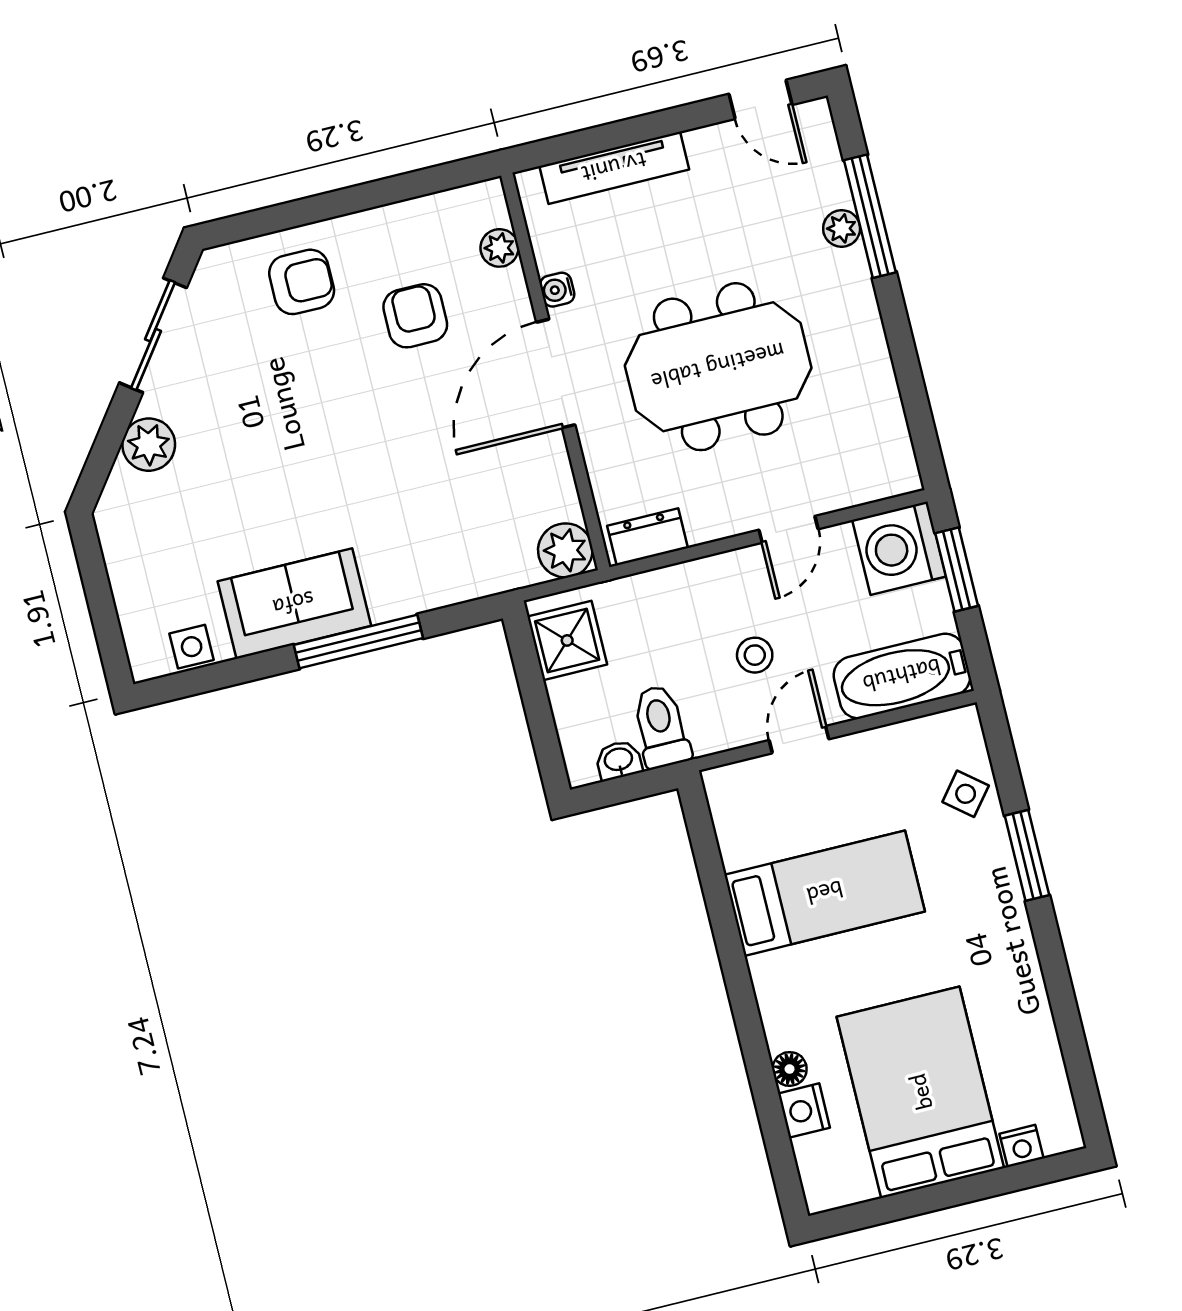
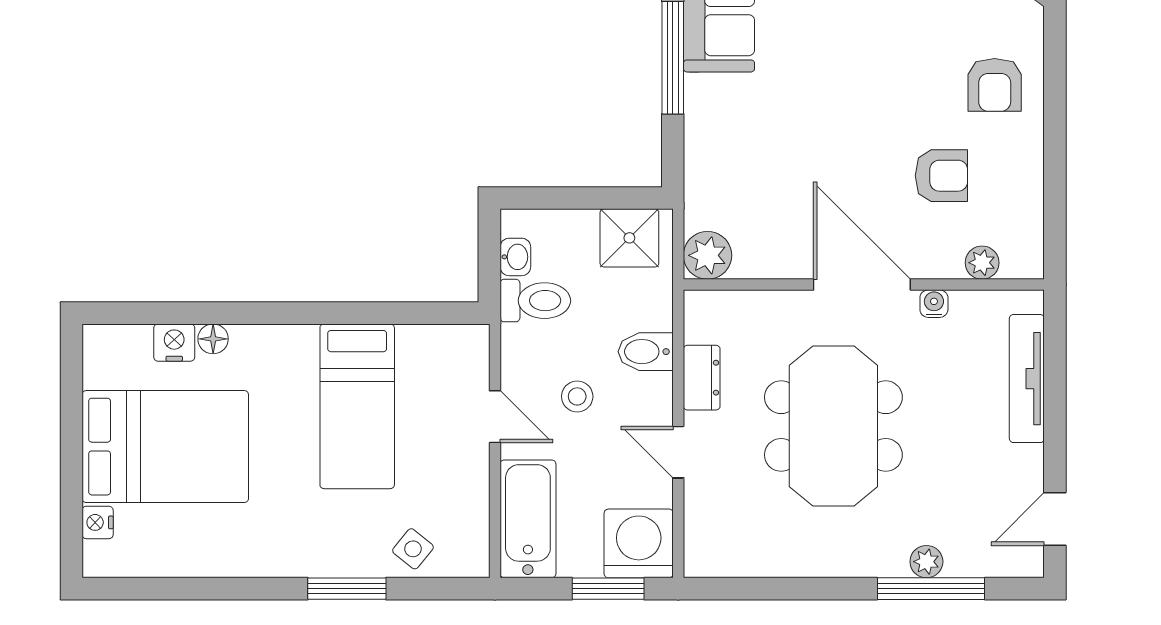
dresser: (647, 537) -> (702, 378), moved
bidet: (687, 592) -> (646, 352), added

